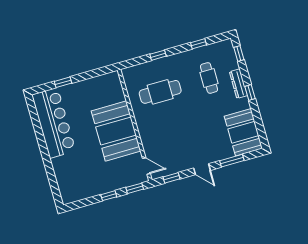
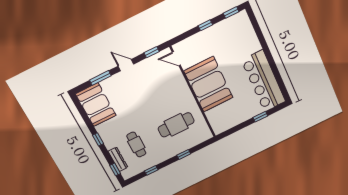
dresser: (238, 84) -> (118, 159), moved
window: (135, 188) -> (231, 12), moved

